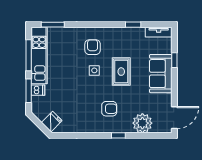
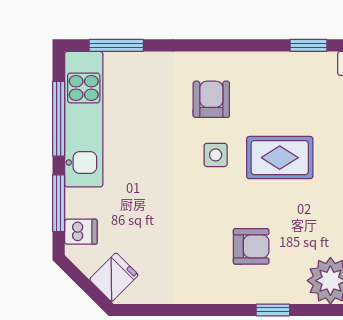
rug: (121, 72) -> (280, 158), turned 90
dishwasher: (38, 90) -> (81, 232), moved

